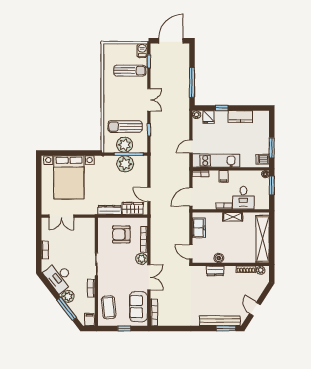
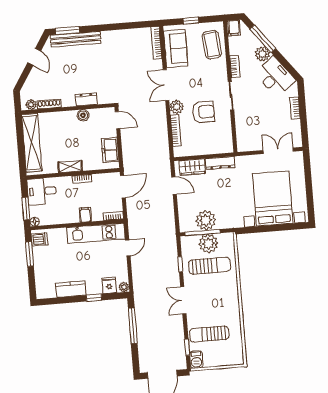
desk: (243, 198) -> (42, 191), moved, turned -90
armchair: (121, 234) -> (203, 112), moved

